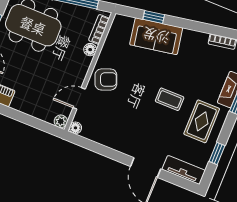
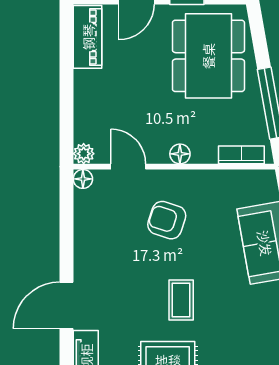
floor lamp: (90, 50) -> (180, 154), moved
armchair: (106, 80) -> (167, 220), moved, turned 130

